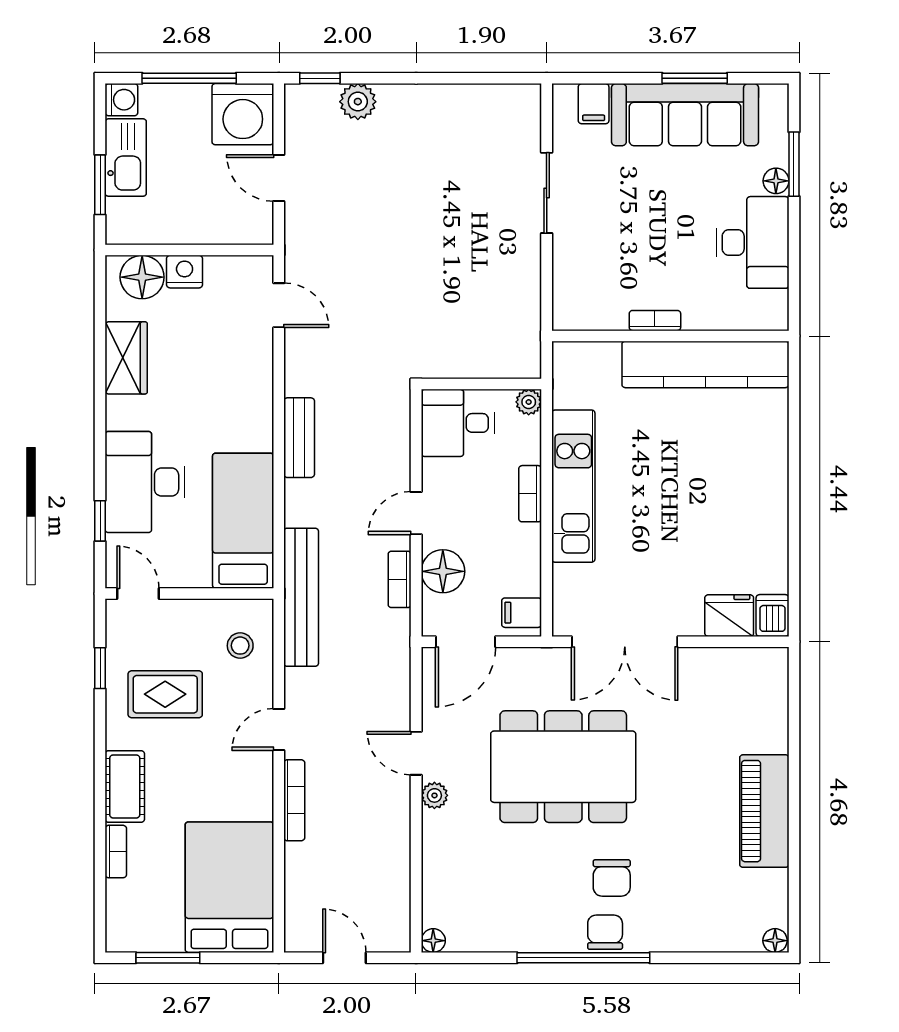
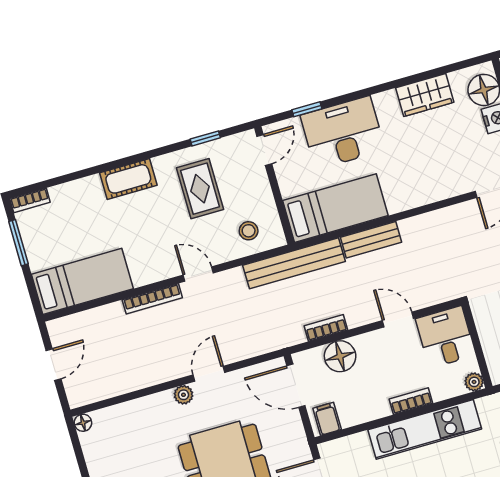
bench: (299, 438) -> (371, 240), moved
door: (416, 513) -> (398, 320), moved
bookcase: (116, 852) -> (30, 200), moved
bed: (229, 887) -> (82, 281), width x0.67

